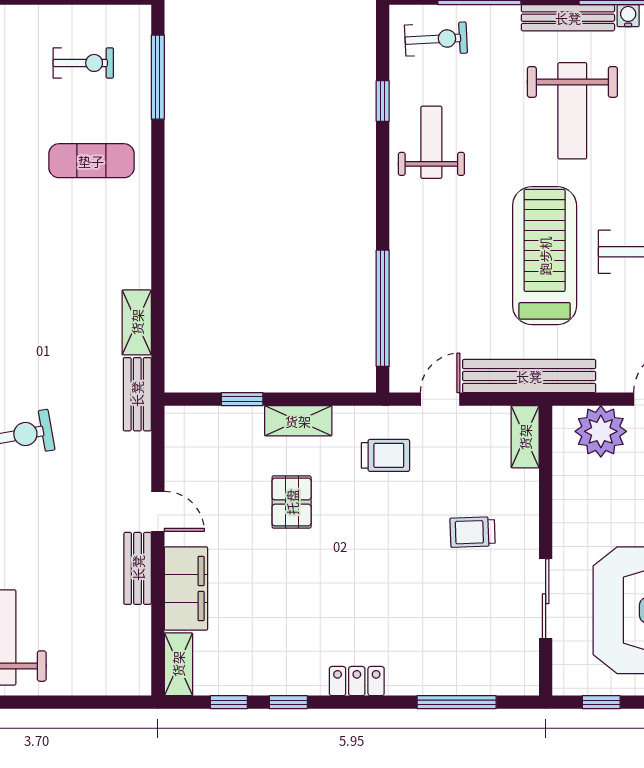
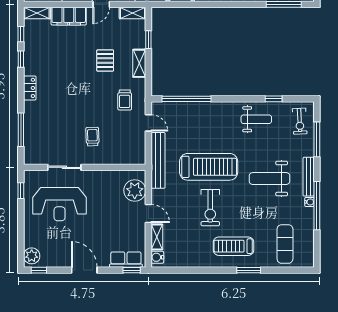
shelving: (525, 437) -> (132, 13), moved
pallet: (292, 502) -> (105, 60), turned 90

